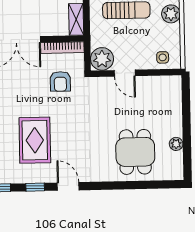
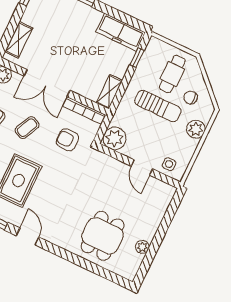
door: (125, 73) -> (142, 168), moved
armchair: (60, 81) -> (67, 140), turned 90
coffee table: (19, 89) -> (27, 128), added

